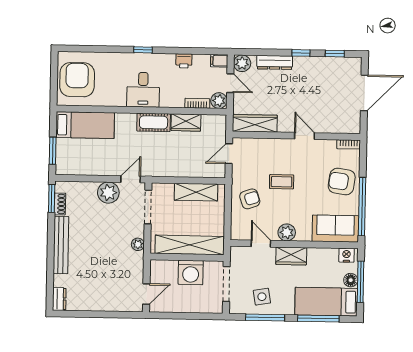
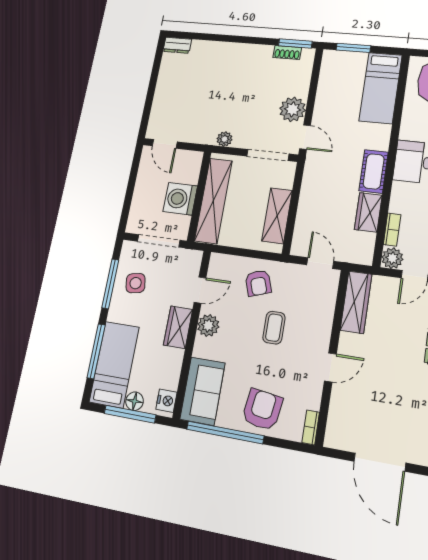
bench: (61, 245) -> (239, 51), removed

